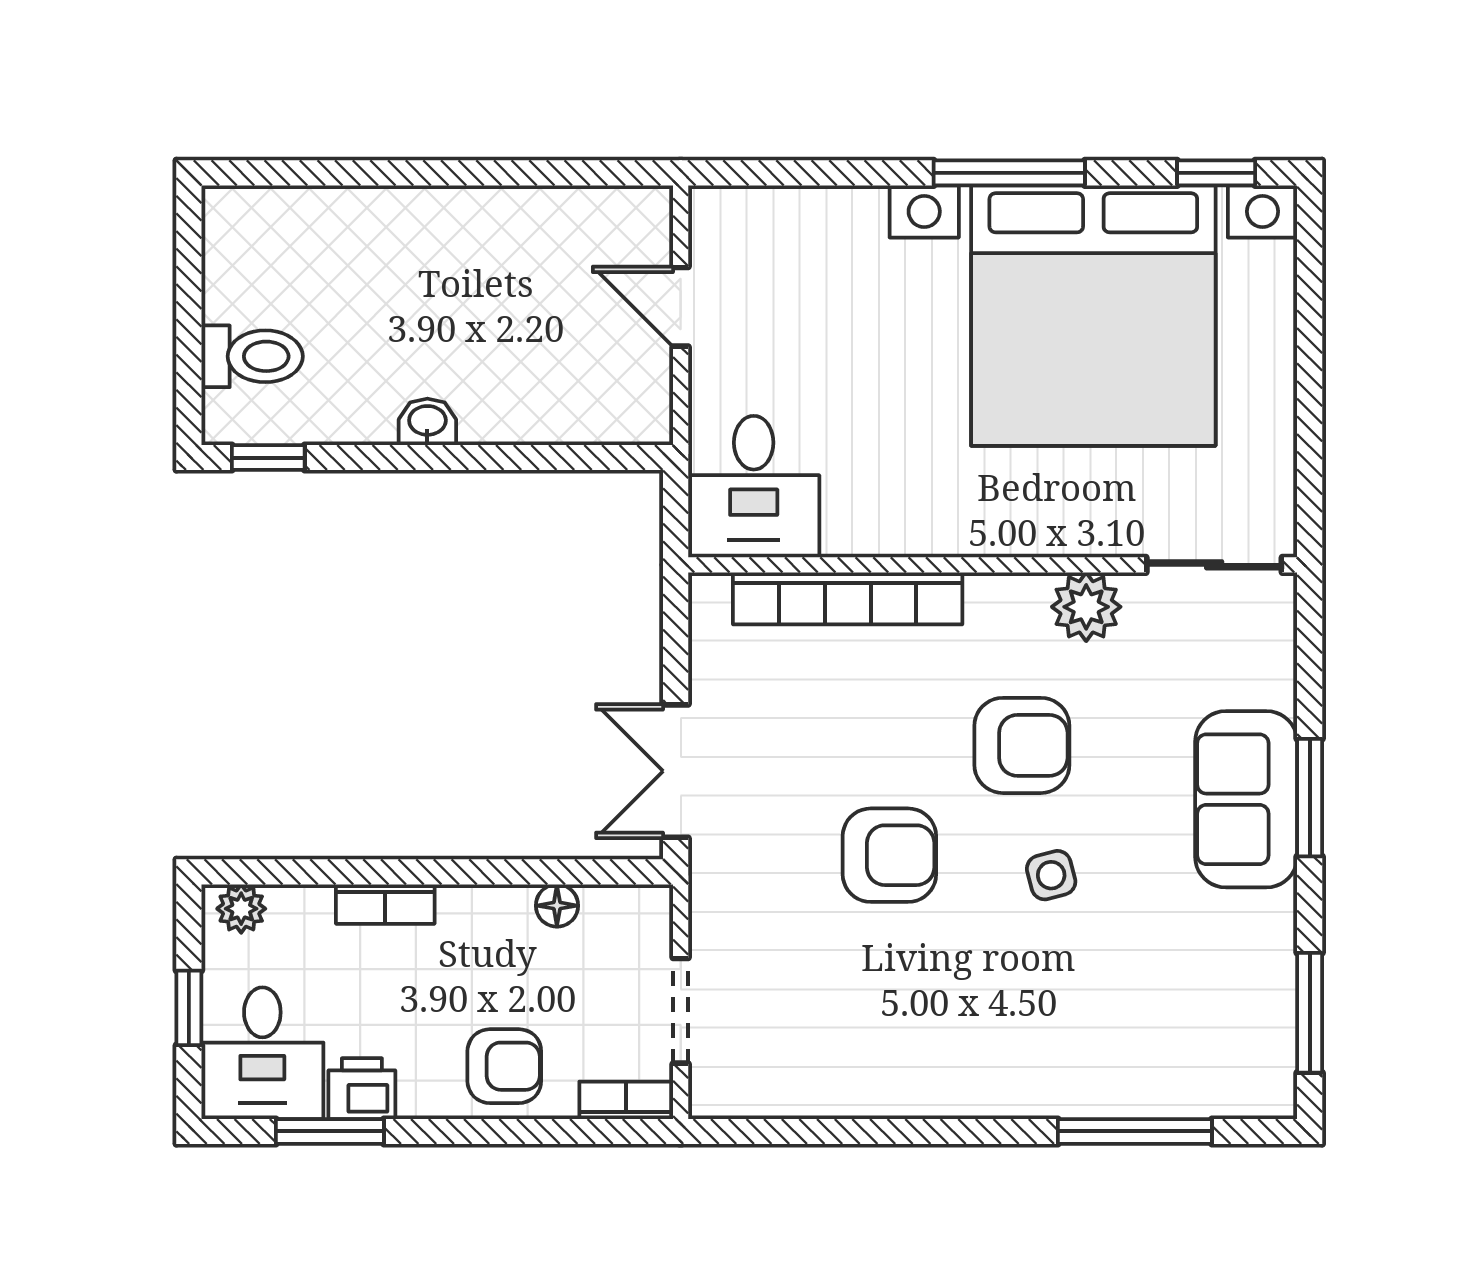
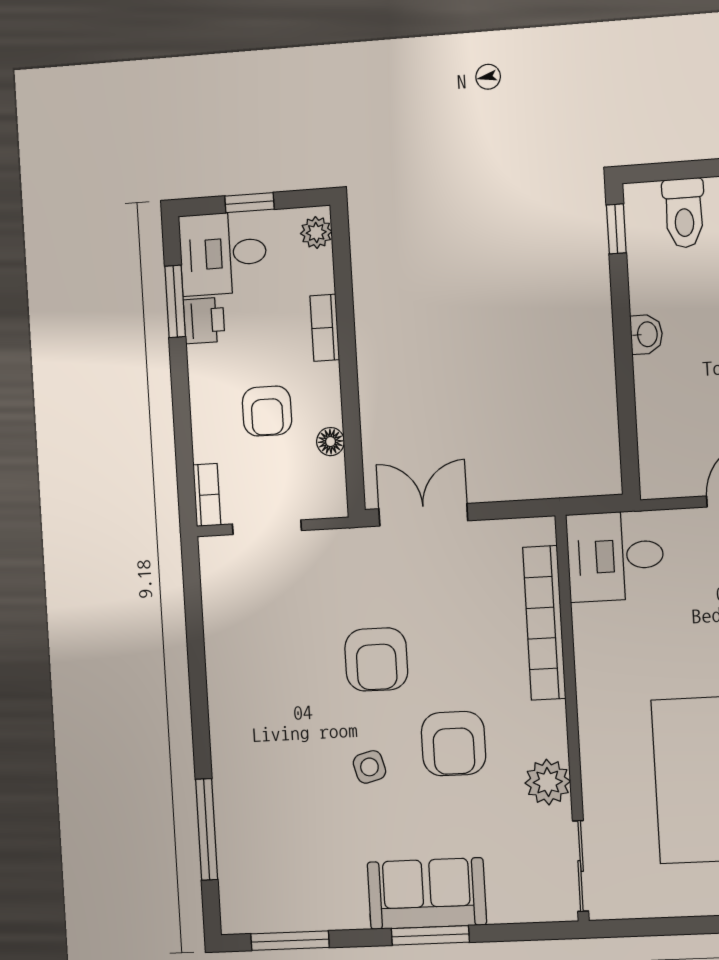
armchair: (504, 1066) -> (267, 411), moved

